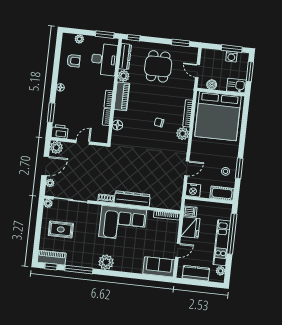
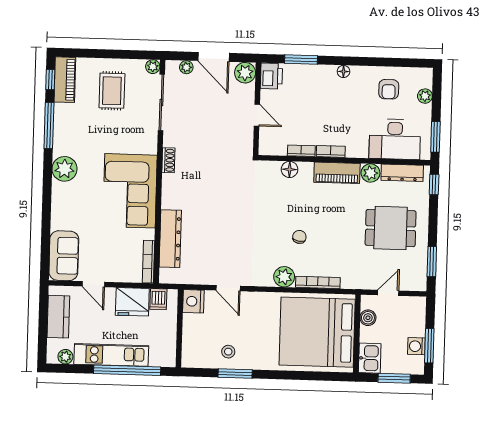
cot: (222, 193) -> (192, 349), removed
dresser: (132, 199) -> (170, 239), moved

